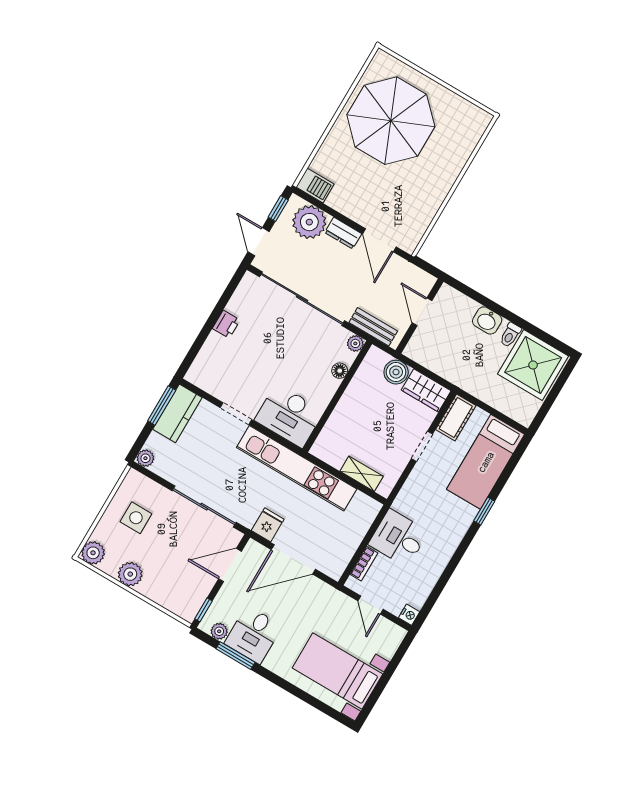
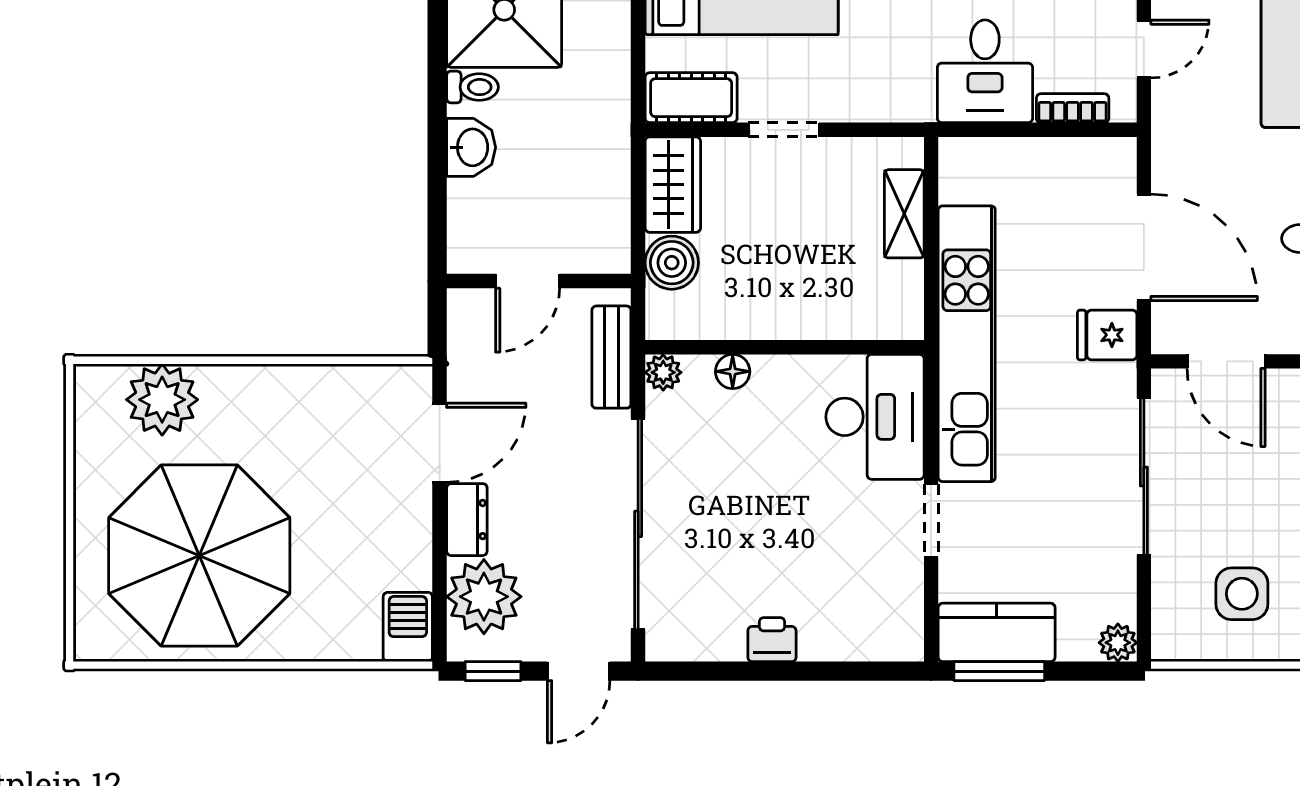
plant: (460, 142) -> (162, 400), added

